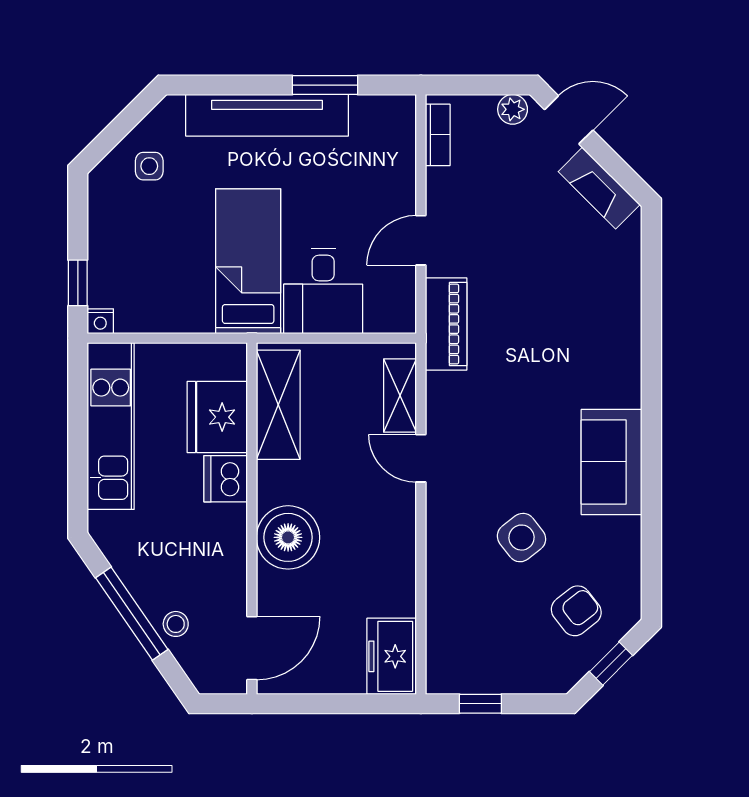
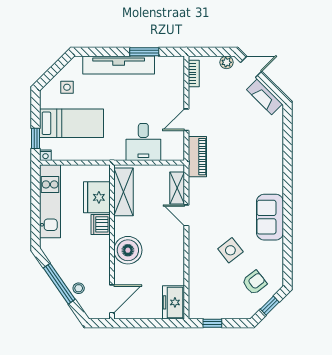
bed: (248, 261) -> (72, 123), moved, turned 90

